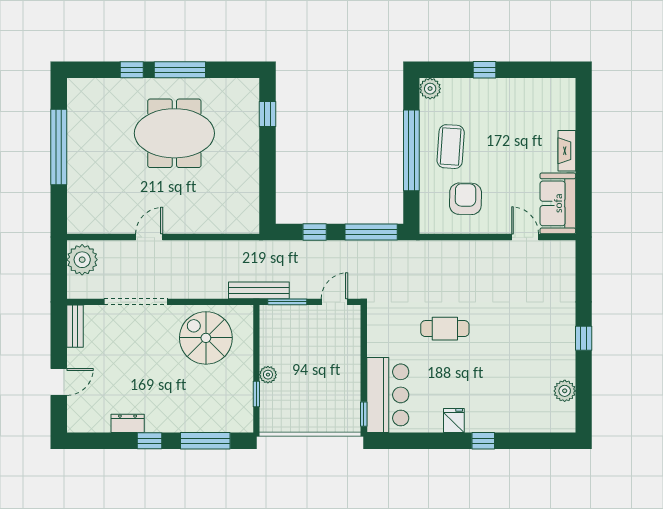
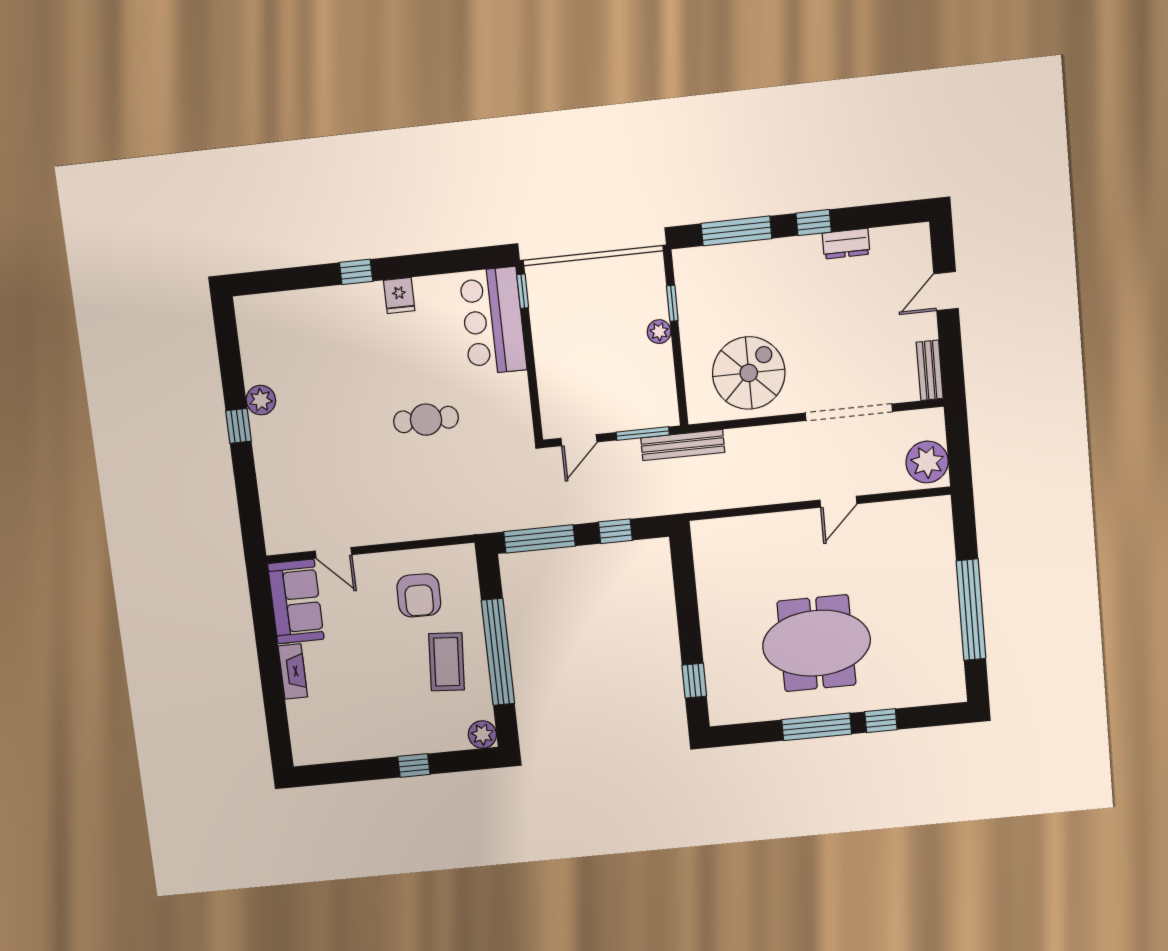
spiral stairs: (206, 338) -> (749, 373), turned -90
plant: (565, 391) -> (261, 400), moved

